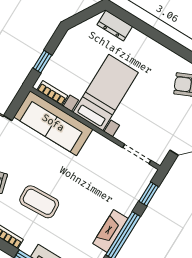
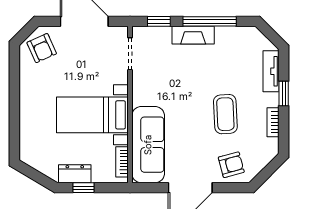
dresser: (115, 26) -> (75, 174), moved, turned -90
window: (42, 62) -> (83, 188), moved
fireplace: (110, 231) -> (193, 35), moved

